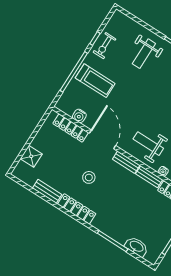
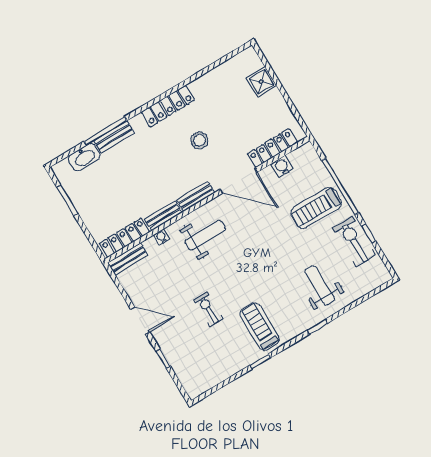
exercise bike: (105, 46) -> (354, 241), width x1.38, depth x1.39
bench: (47, 191) -> (114, 137), moved

